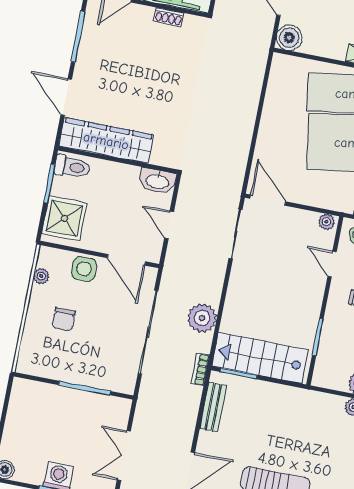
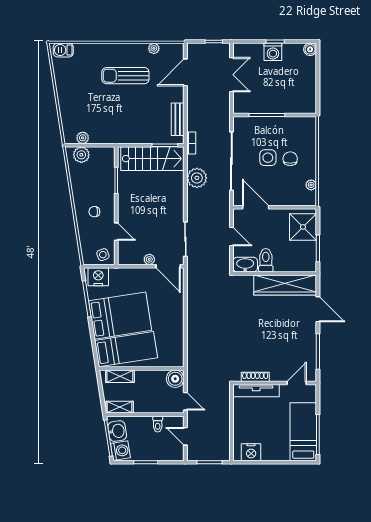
shoe rack: (169, 17) -> (255, 377), width x1.43
toilet: (72, 167) -> (266, 260), moved, turned 90
plant: (326, 222) -> (149, 259), moved
side table: (84, 269) -> (268, 158), moved

